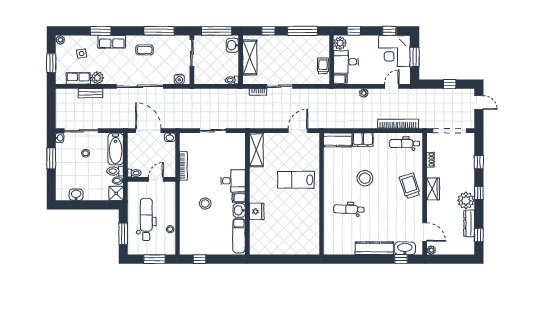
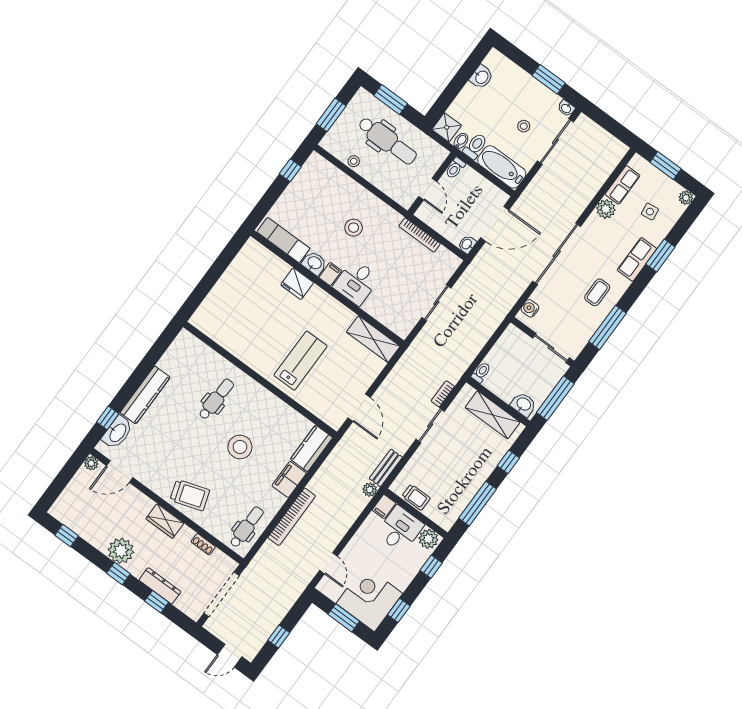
bench: (90, 93) -> (386, 468), moved
plant: (364, 93) -> (370, 490), moved
bookcase: (398, 124) -> (292, 517), moved
dresser: (469, 223) -> (160, 586), moved

